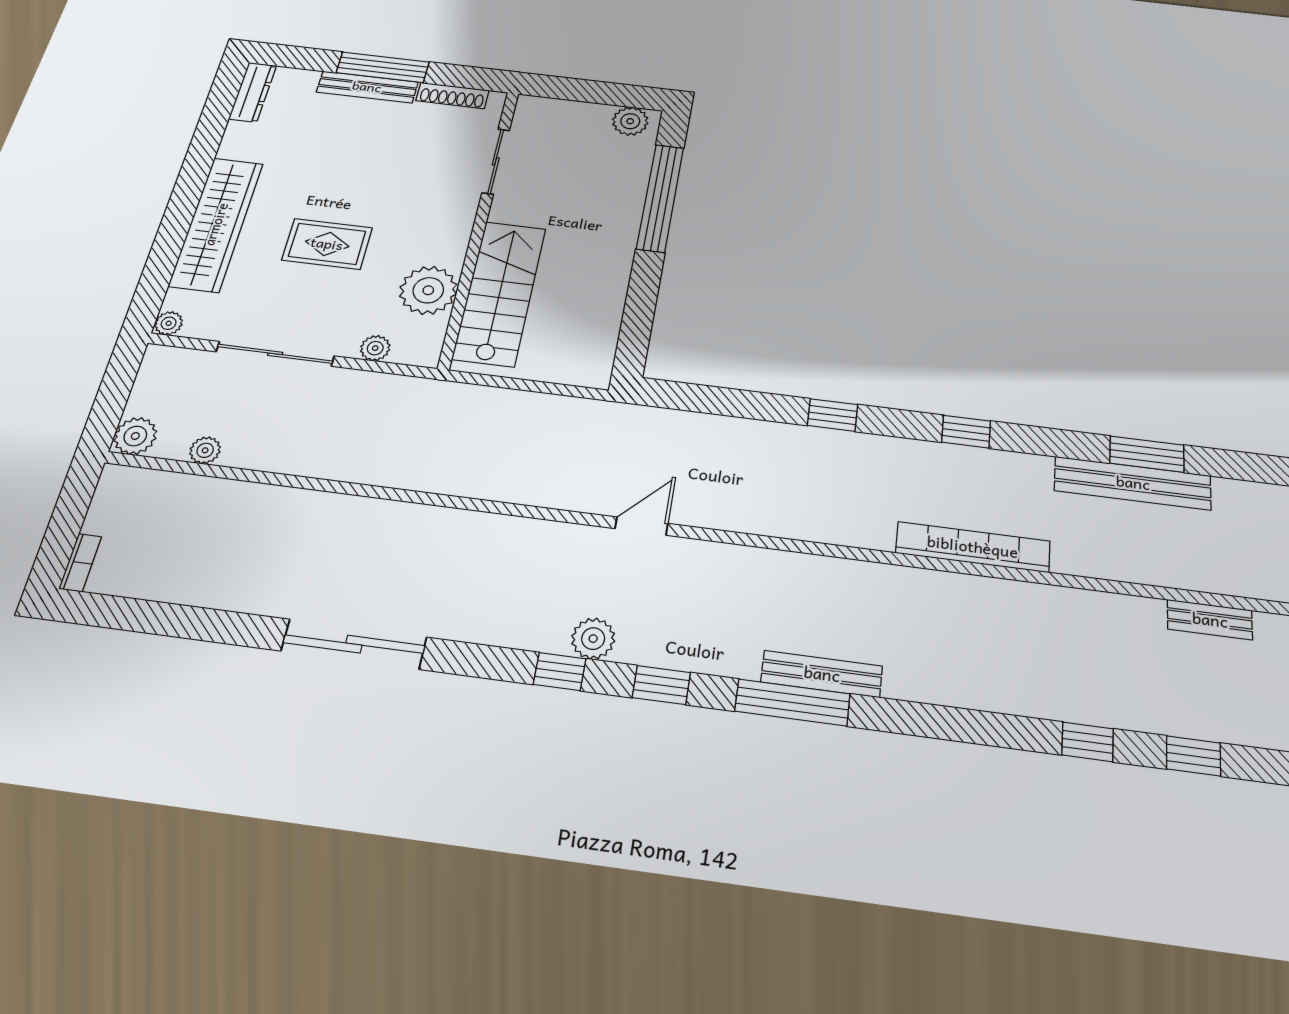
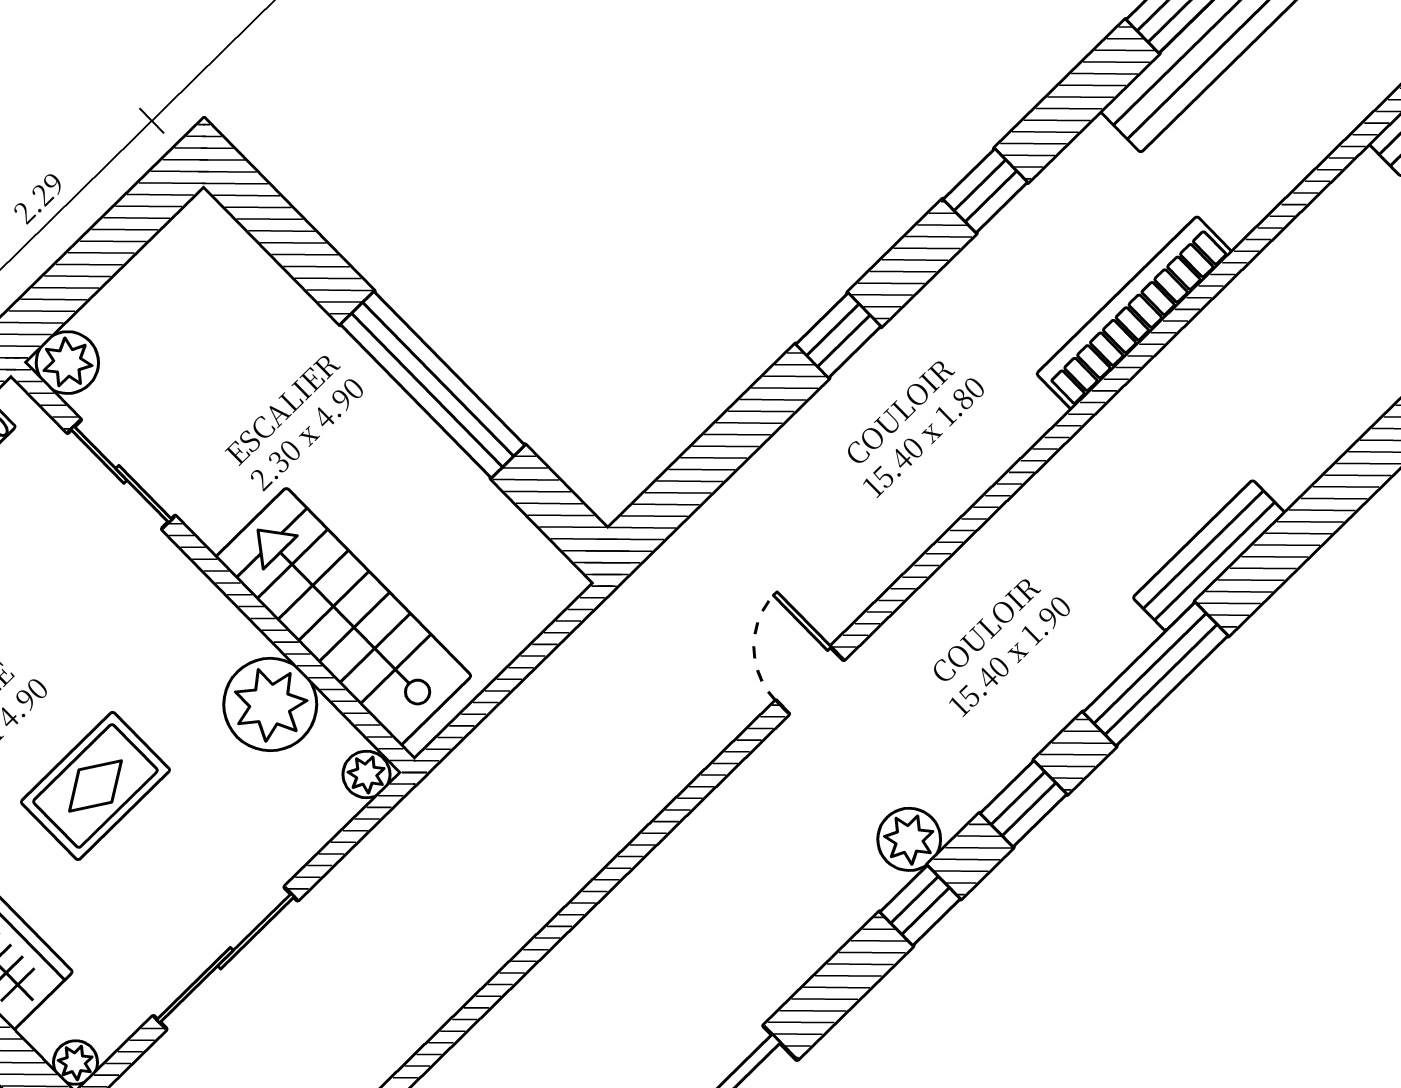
plant: (630, 121) -> (67, 363), moved
window: (660, 198) -> (433, 385), moved
plant: (375, 348) -> (367, 774), moved
bench: (822, 674) -> (1209, 555), moved

